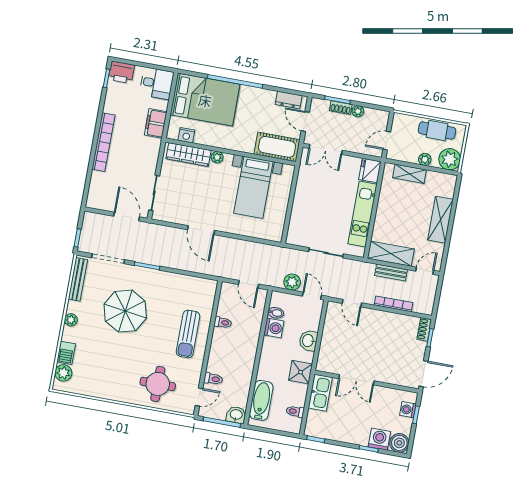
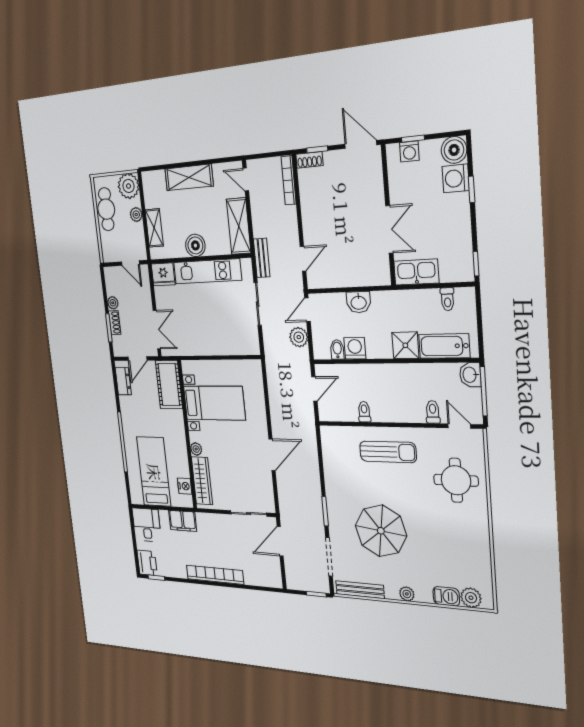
bed: (205, 100) -> (154, 472), width x0.67
boiler: (386, 209) -> (195, 245), added
bench: (391, 272) -> (262, 258), moved
bookcase: (393, 304) -> (289, 180), moved
shower: (301, 372) -> (405, 345), moved

